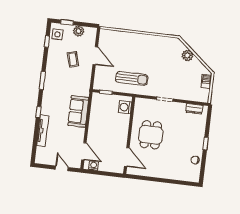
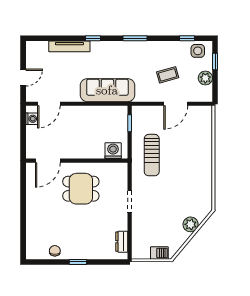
sofa: (78, 111) -> (107, 90), width x1.36

